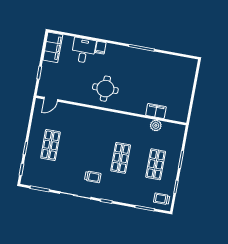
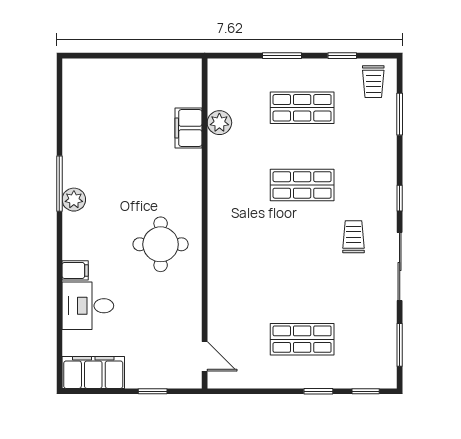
plant: (133, 53) -> (74, 200), added

